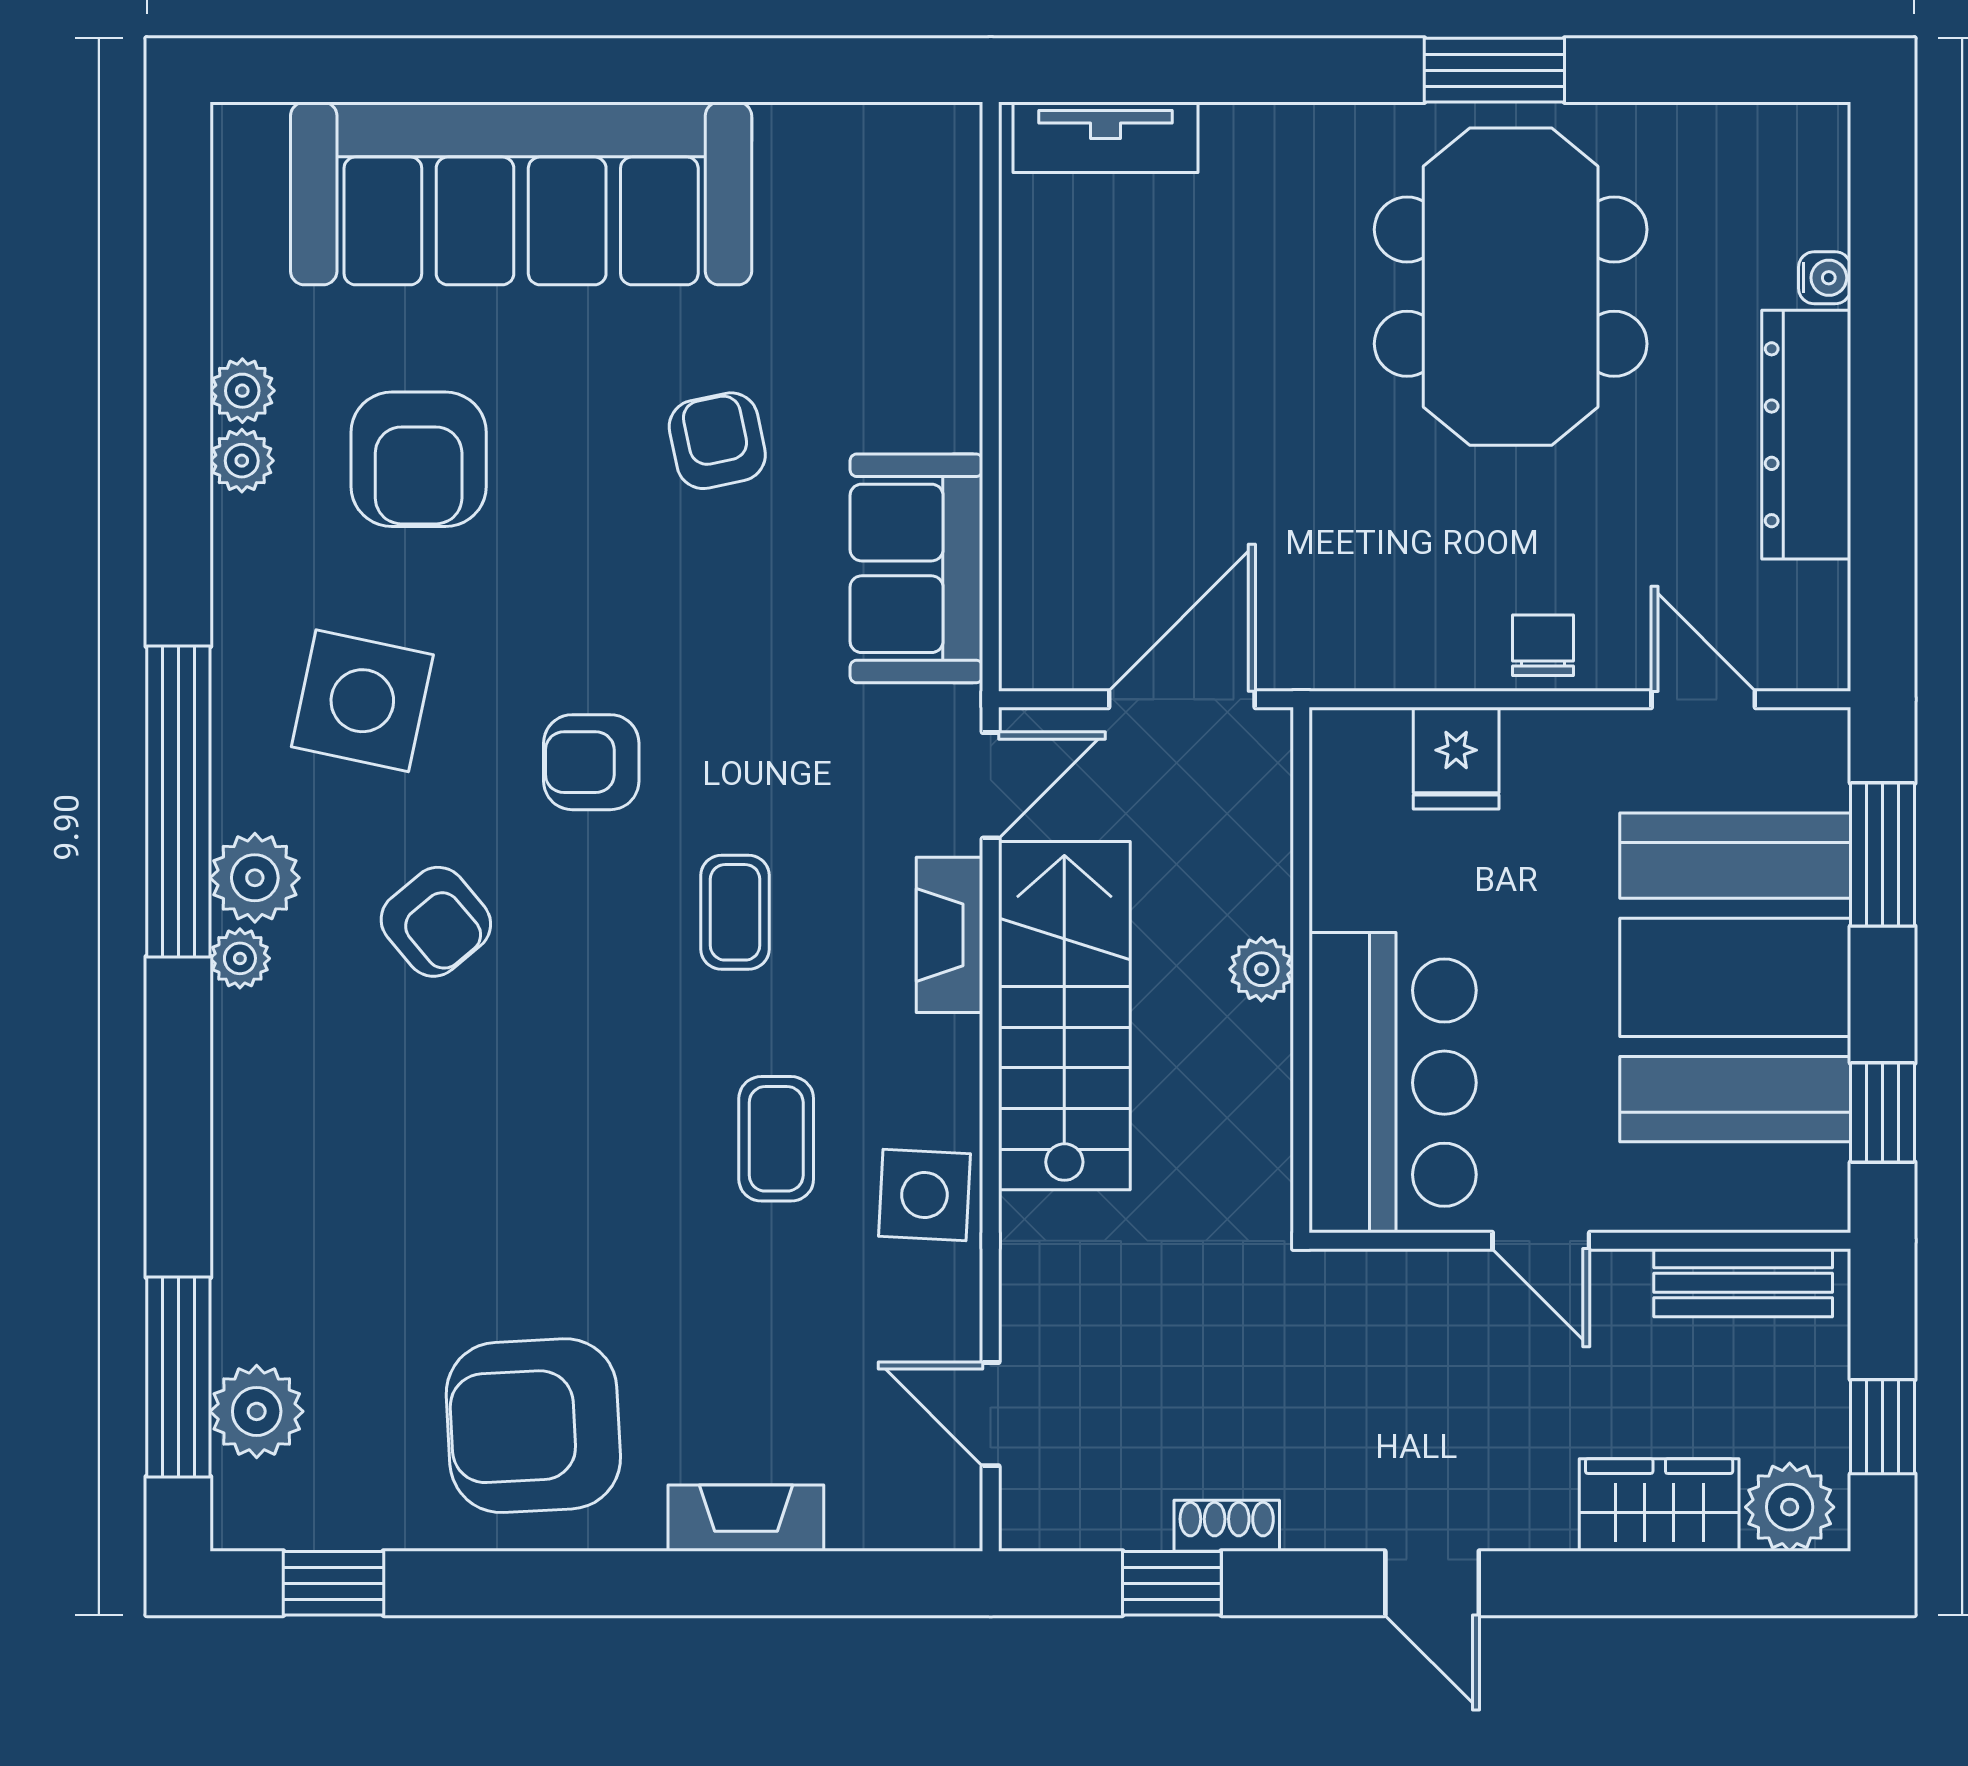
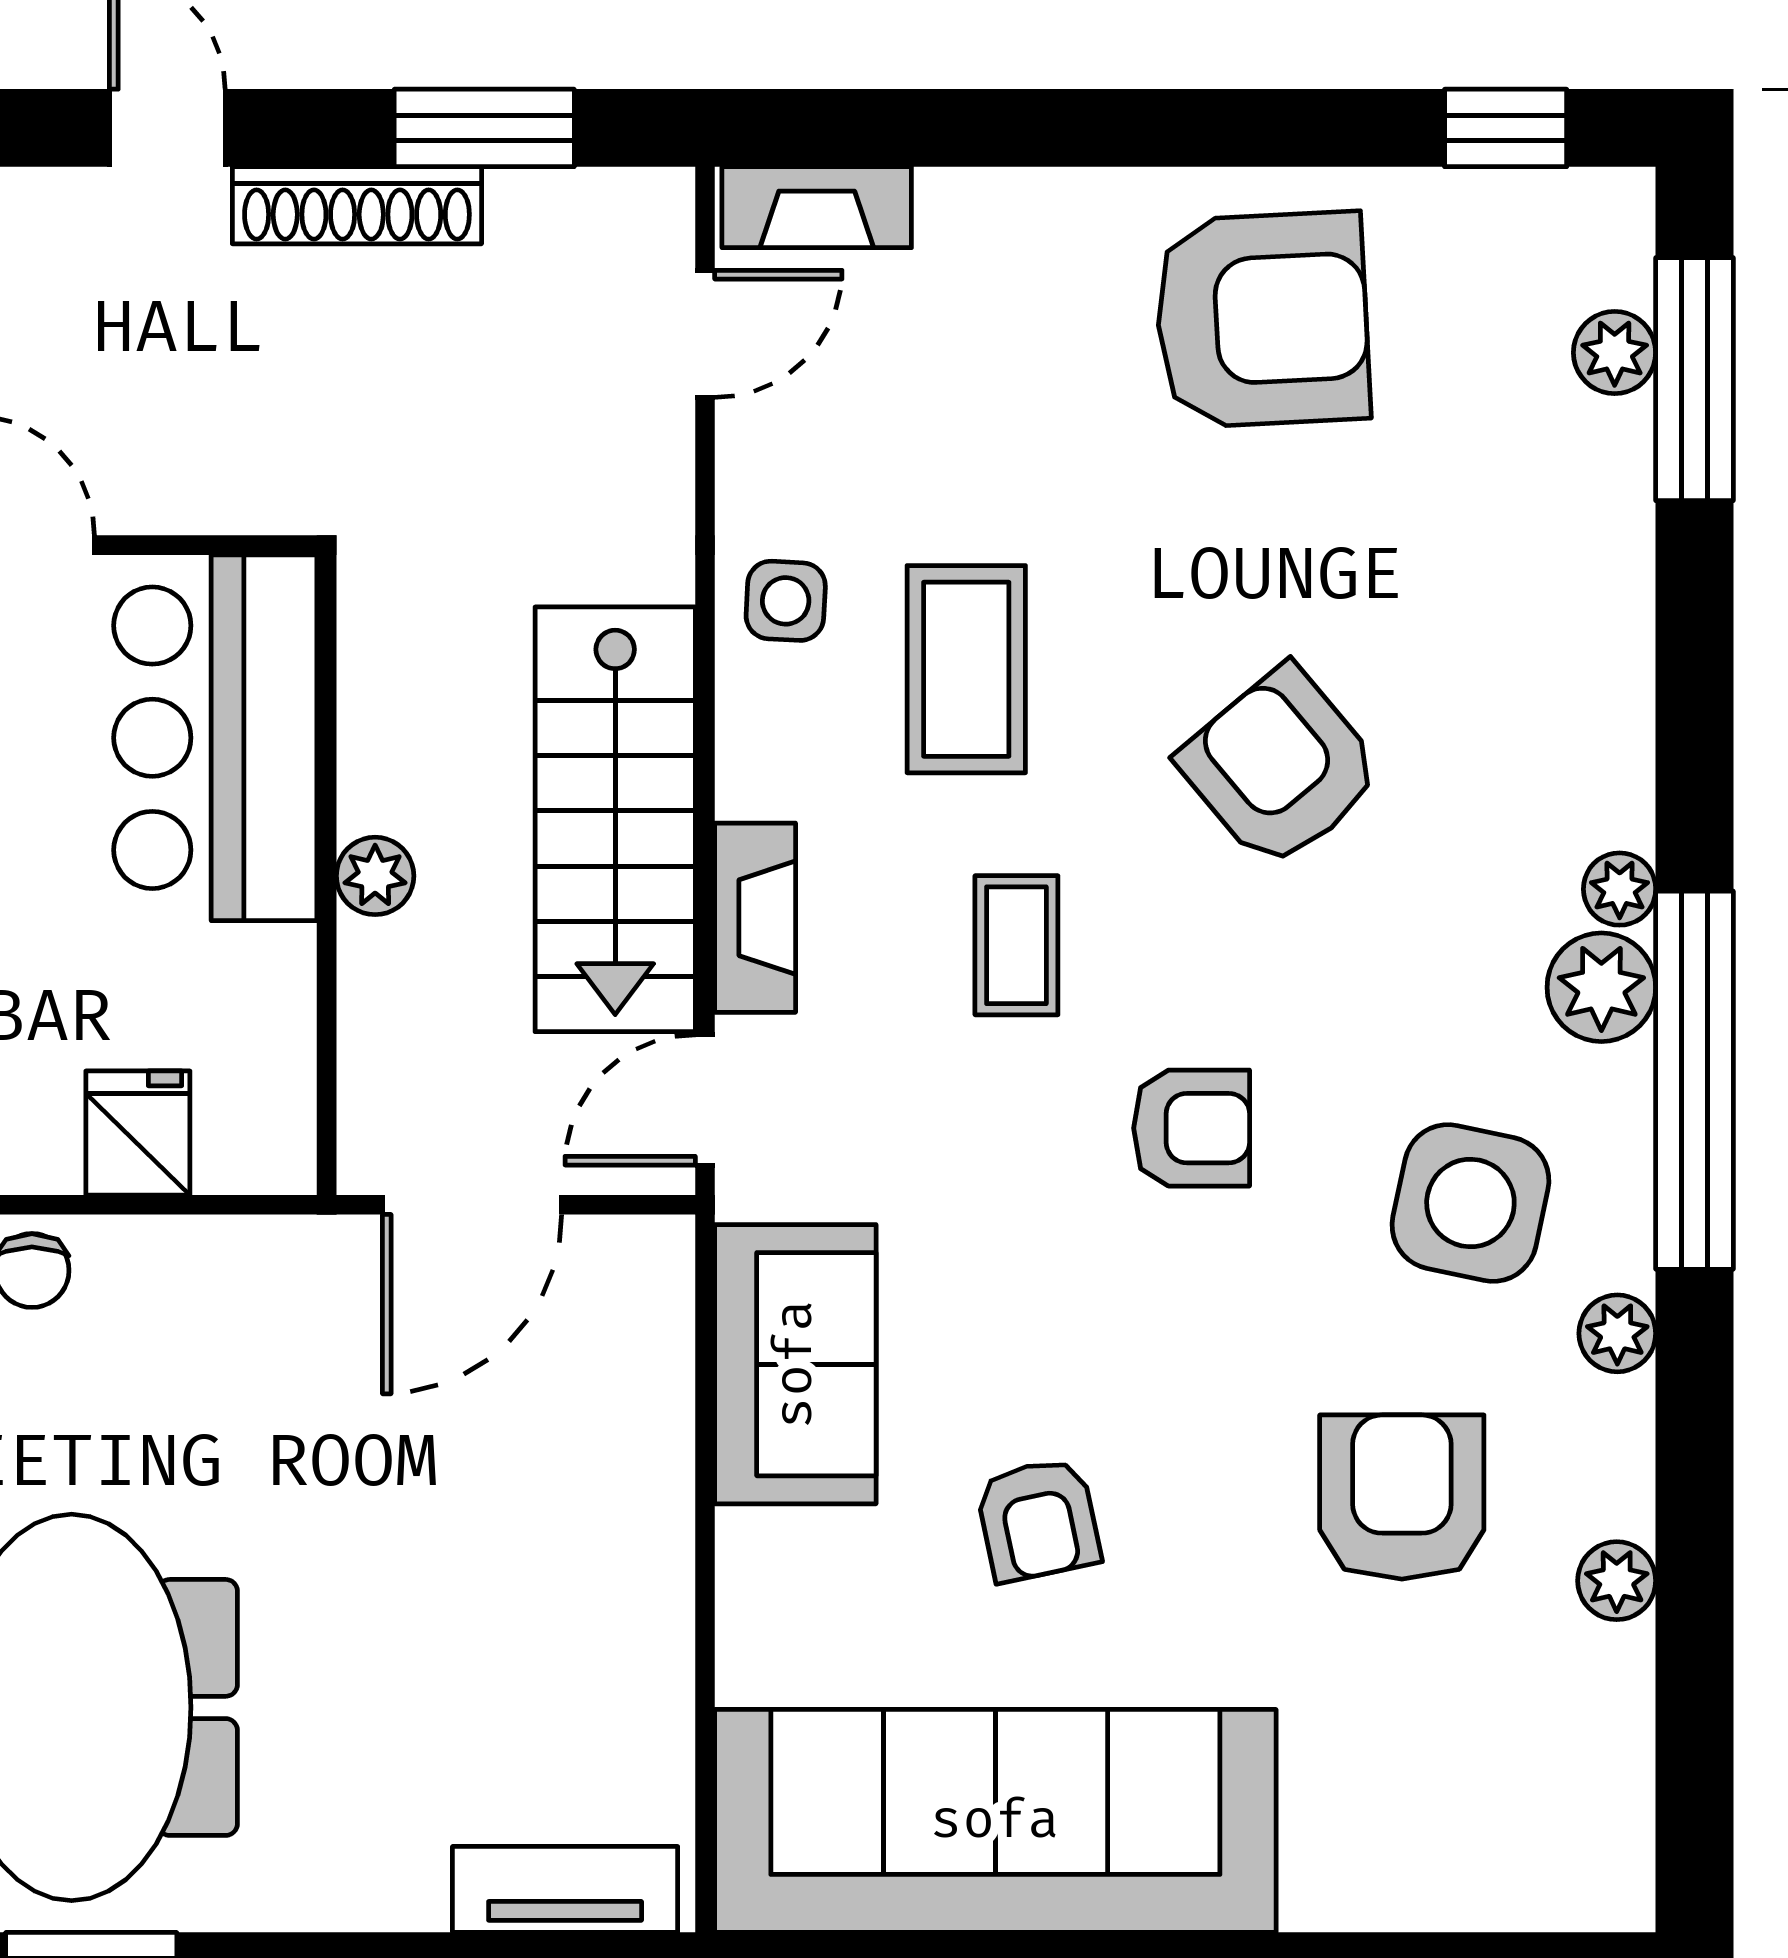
sofa: (521, 193) -> (995, 1821), moved
plant: (242, 461) -> (1617, 1333), moved
armchair: (436, 922) -> (1281, 767), moved, width x1.38, depth x1.38
coffee table: (776, 1139) -> (966, 669), width x1.36, depth x1.30
side table: (924, 1195) -> (786, 601), width x0.73, depth x0.73
plant: (257, 1411) -> (1615, 353), width x0.73, depth x0.73
door: (991, 1414) -> (705, 334), hinge flipped
fireplace: (746, 1518) -> (817, 207), moved
shoe rack: (1227, 1526) -> (357, 205), width x1.94, depth x1.24
window: (1172, 1583) -> (484, 128), width x1.50

